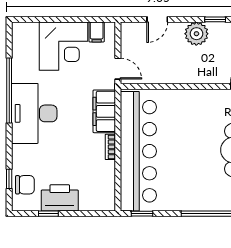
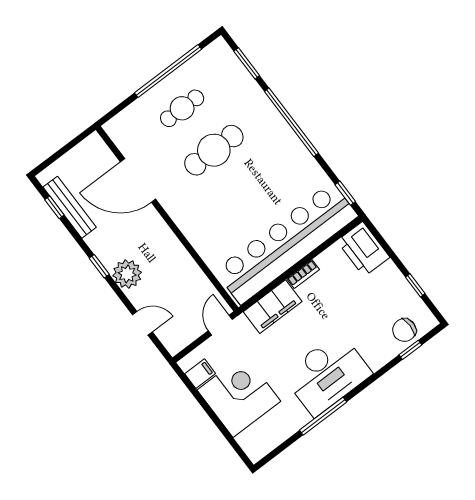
window: (9, 90) -> (323, 416), width x0.68
chair: (25, 185) -> (404, 330), turned -90
printer: (60, 198) -> (363, 249), moved

